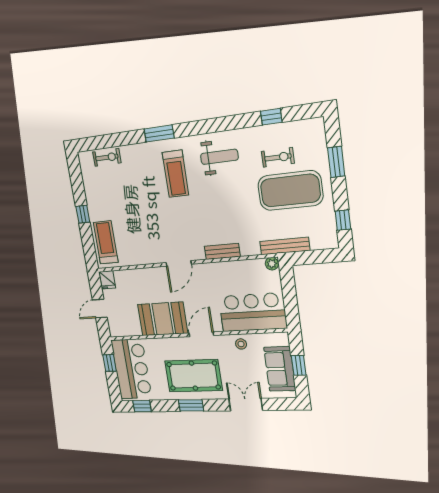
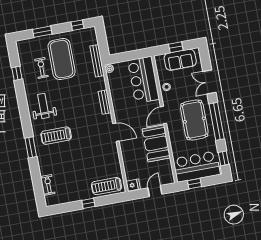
treadmill: (175, 174) -> (56, 136), turned 180
door: (100, 309) -> (155, 191), swing flipped
door: (201, 334) -> (164, 115), hinge flipped
window: (191, 405) -> (217, 121), width x2.11

